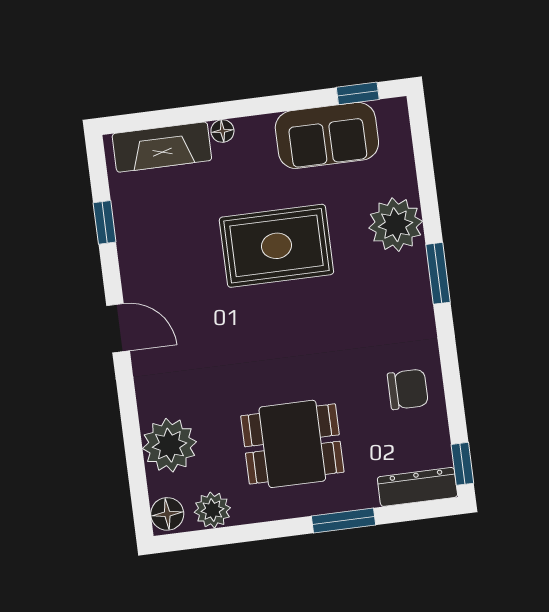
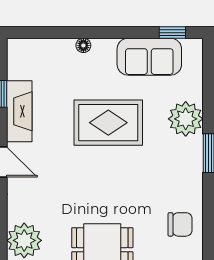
fireplace: (162, 147) -> (19, 111), moved, turned -90

